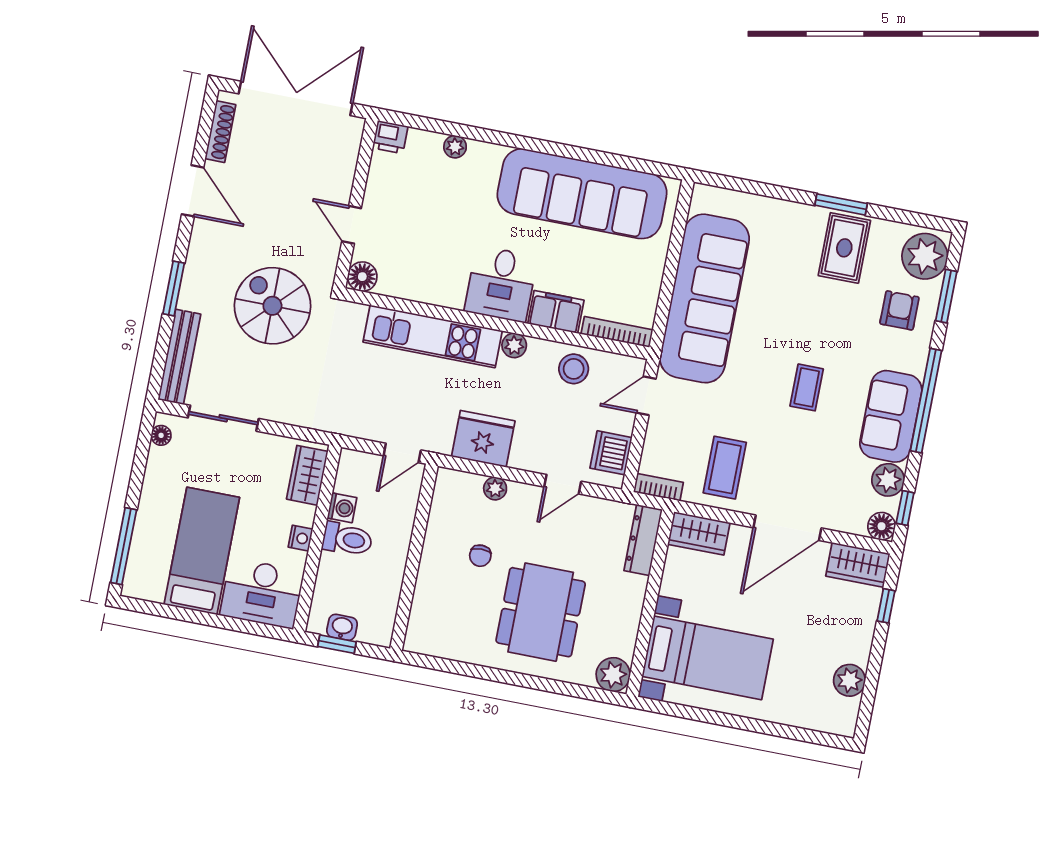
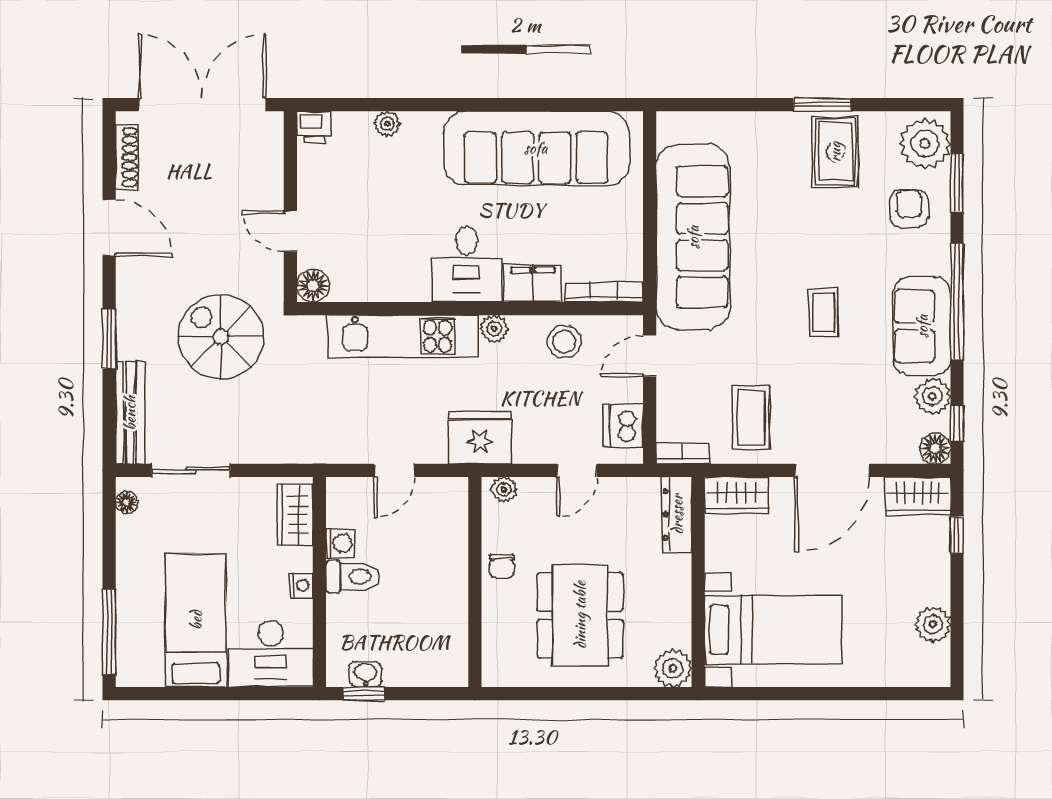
wall: (414, 557) -> (475, 582), moved

